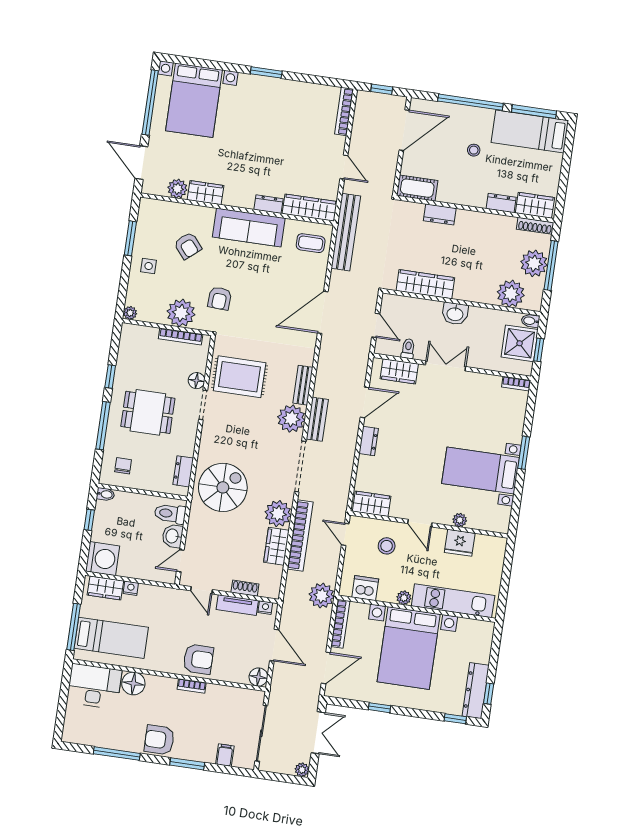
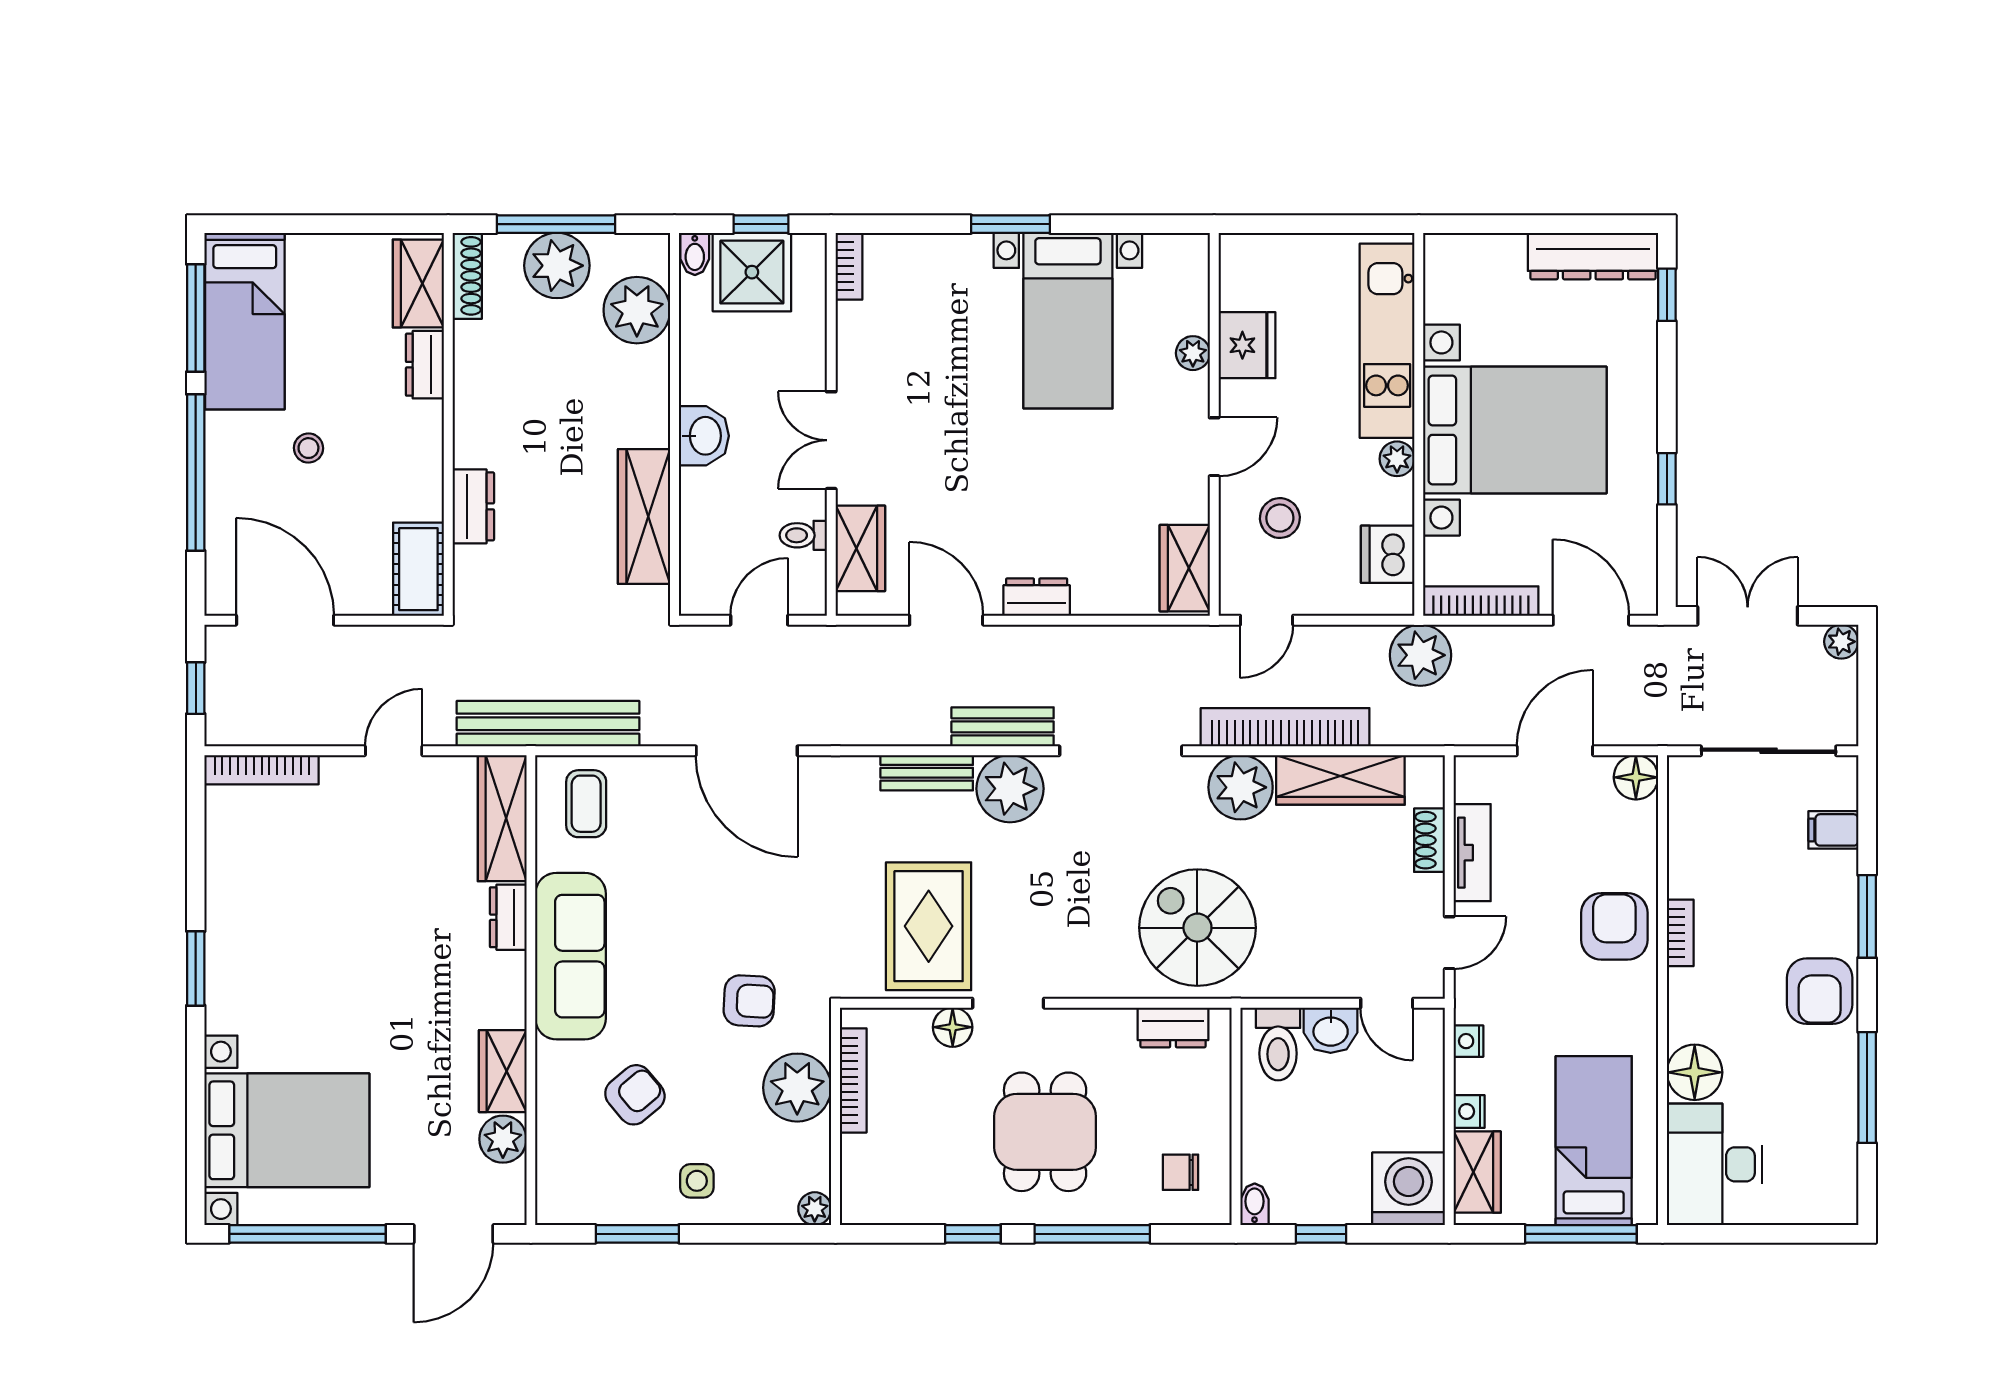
wardrobe: (276, 546) -> (1340, 780), width x1.50
nightstand: (265, 608) -> (1468, 1041), moved
window: (489, 694) -> (1596, 224), removed

